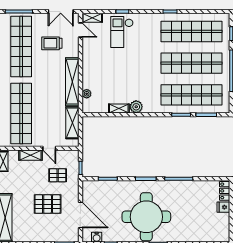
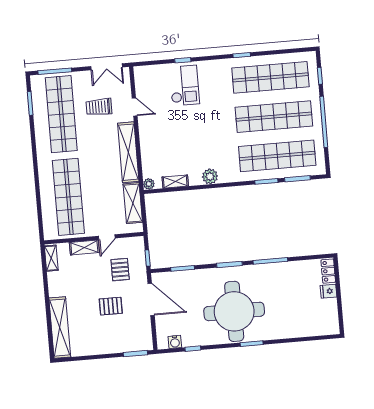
shelving: (92, 18) -> (146, 71), removed
door: (80, 30) -> (135, 107), moved
checkout: (122, 32) -> (184, 85), turned 180
plant: (87, 94) -> (149, 184), moved
shelving: (119, 108) -> (175, 182), moved
door: (49, 148) -> (107, 237), hinge flipped
pallet: (58, 175) -> (120, 270), turned 90
pallet: (48, 204) -> (111, 306), width x0.67, depth x0.71
door: (80, 215) -> (151, 299), moved

